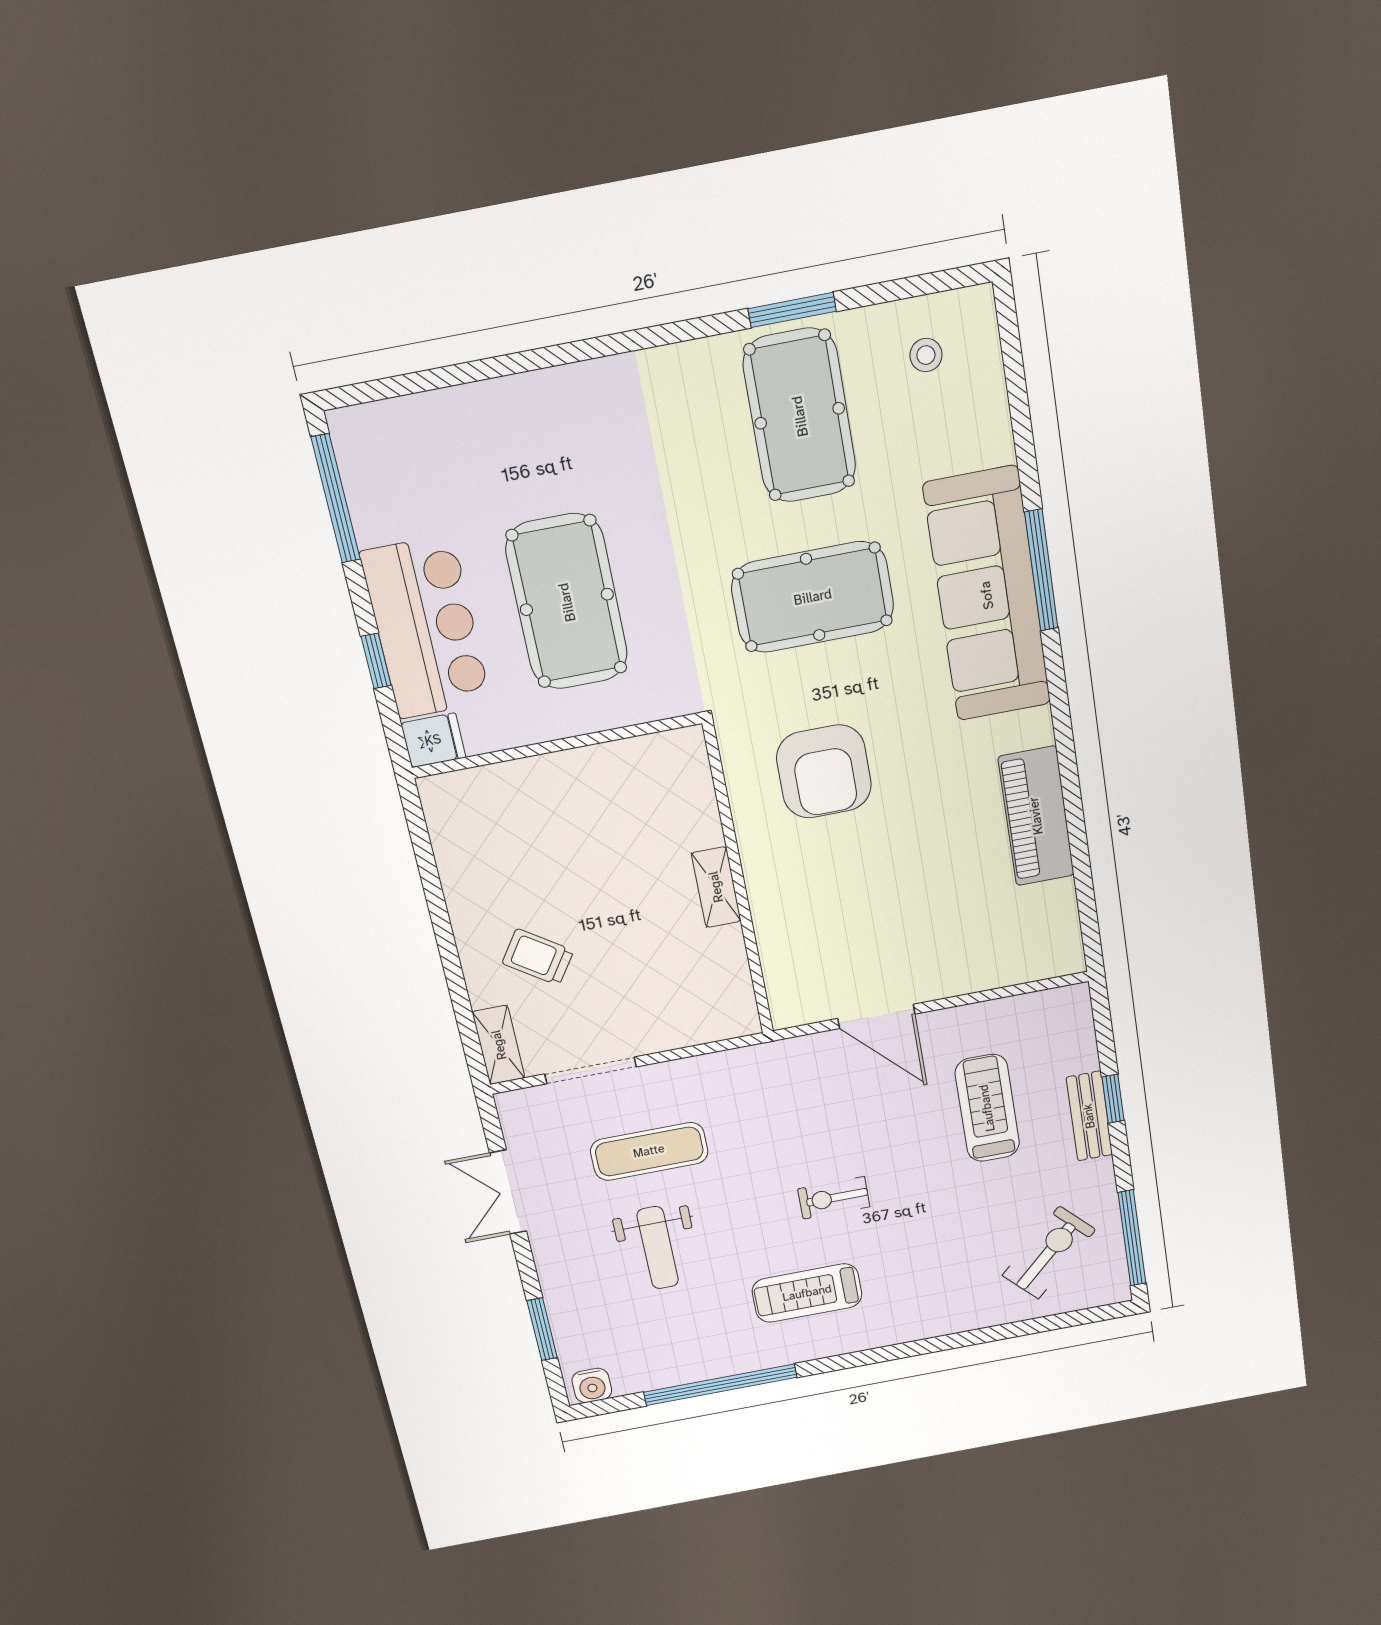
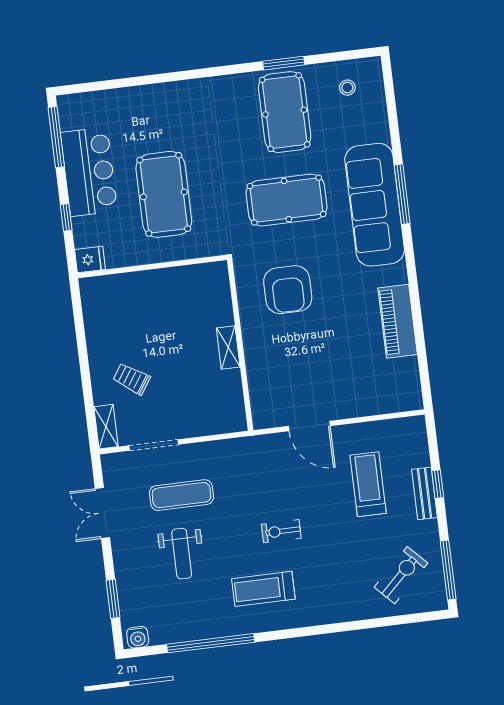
bar counter: (426, 628) -> (89, 172), moved

